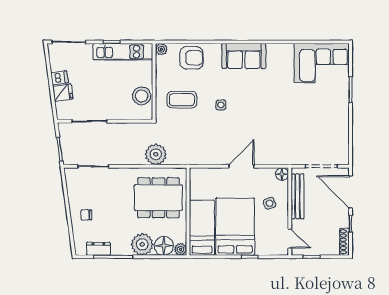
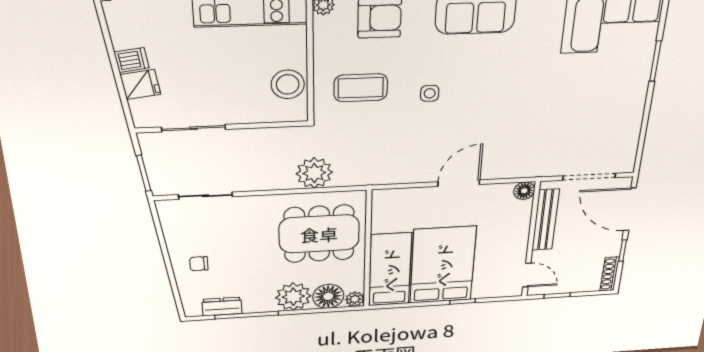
side table: (270, 203) -> (500, 231), removed

